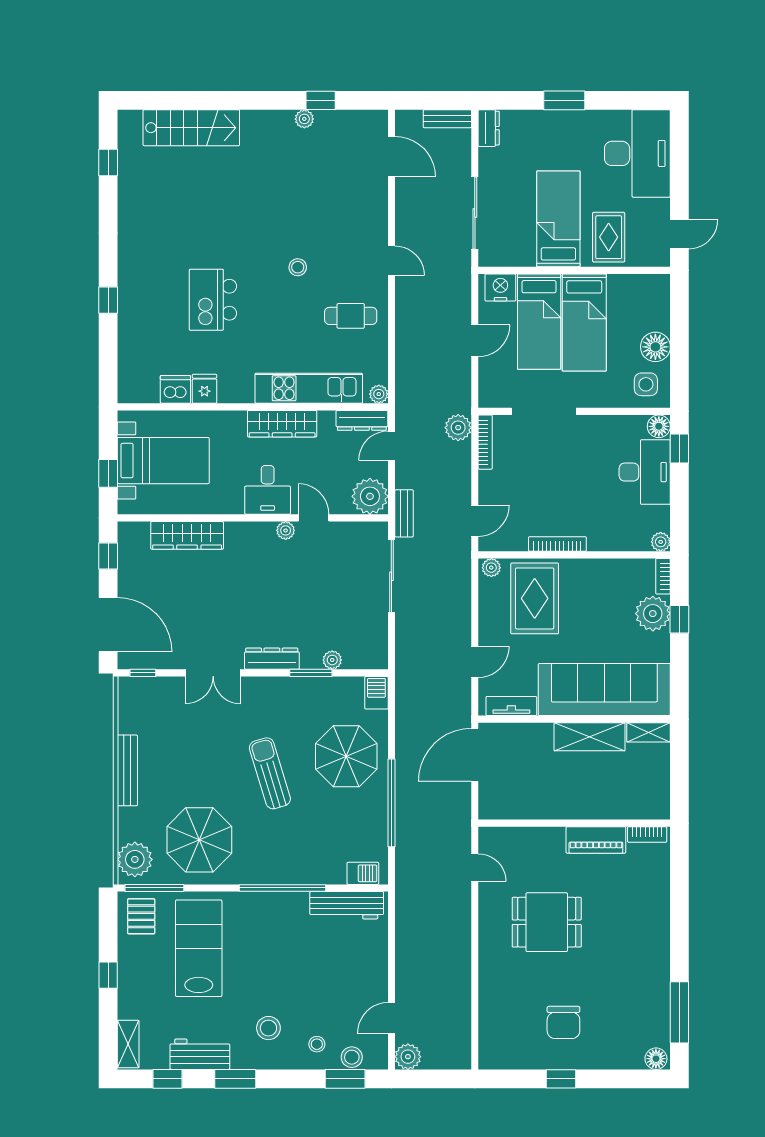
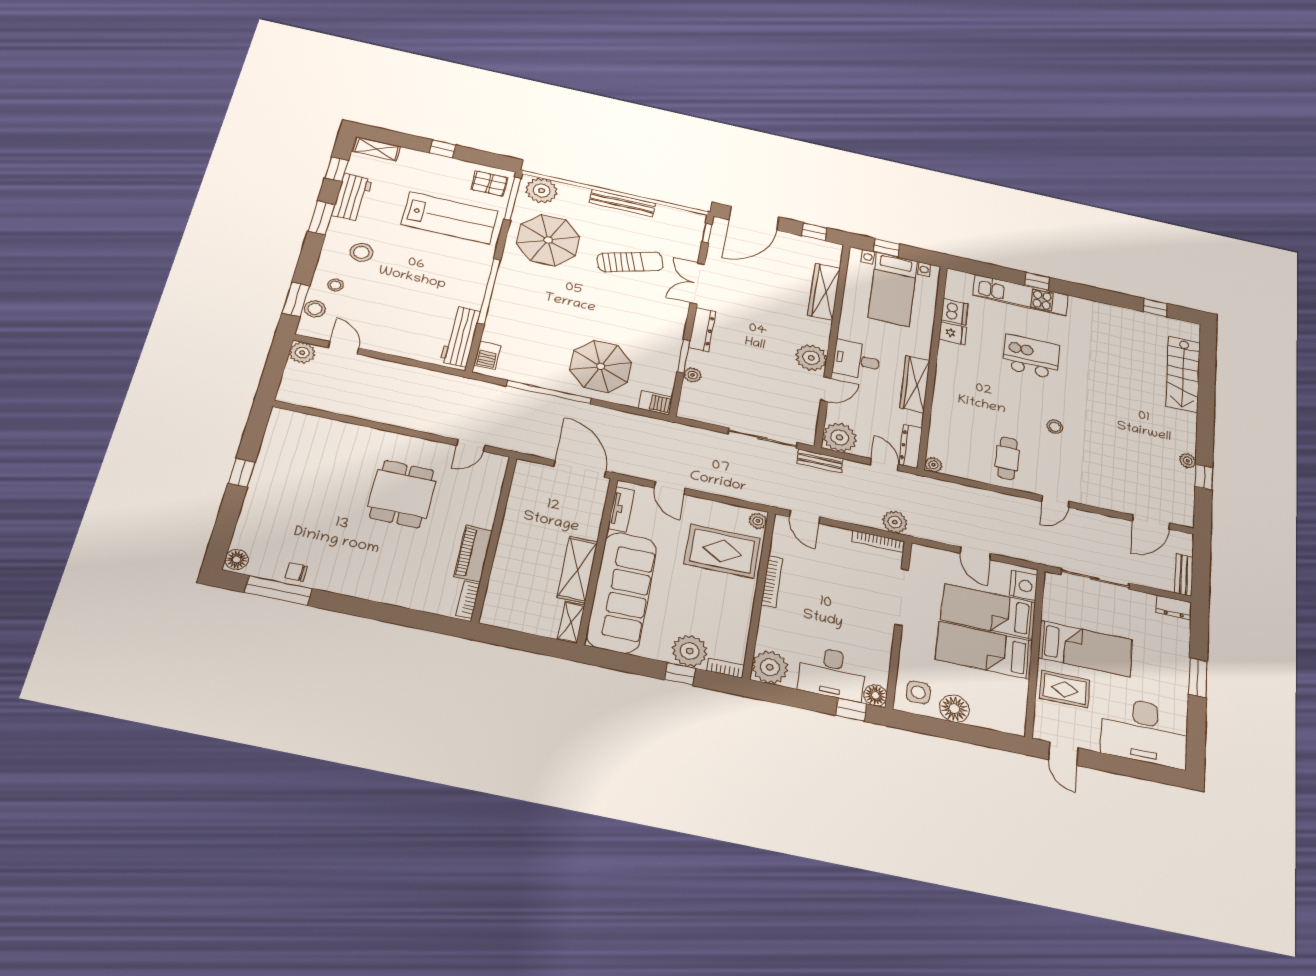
kitchen unit: (309, 388) -> (1021, 295), moved, turned 90
plant: (286, 530) -> (811, 358), width x1.88, depth x1.88
plant: (661, 542) -> (770, 667), width x1.87, depth x1.87
sun lounger: (270, 773) -> (630, 262), moved
chair: (563, 1022) -> (296, 572), moved, width x0.54, depth x0.54

